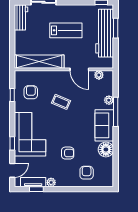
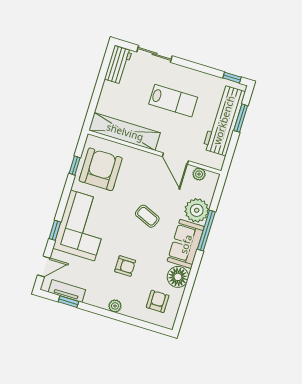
armchair: (31, 92) -> (101, 169), width x1.88, depth x1.88
plant: (109, 100) -> (197, 210), width x1.88, depth x1.88
coffee table: (61, 102) -> (147, 216), moved
armchair: (87, 173) -> (158, 301), moved
plant: (51, 182) -> (115, 306), moved

